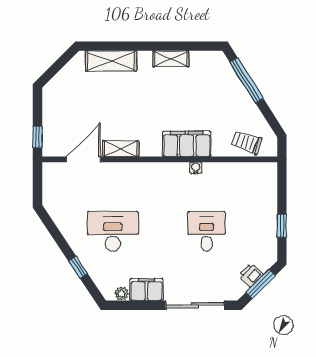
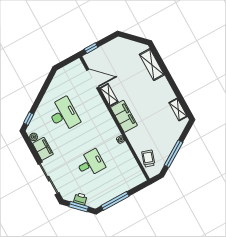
shelving: (171, 59) -> (178, 110), moved
window: (247, 80) -> (174, 154), moved
filing cabinet: (187, 144) -> (124, 116), moved
window: (282, 226) -> (115, 201), width x2.17
window: (78, 267) -> (29, 119), moved

